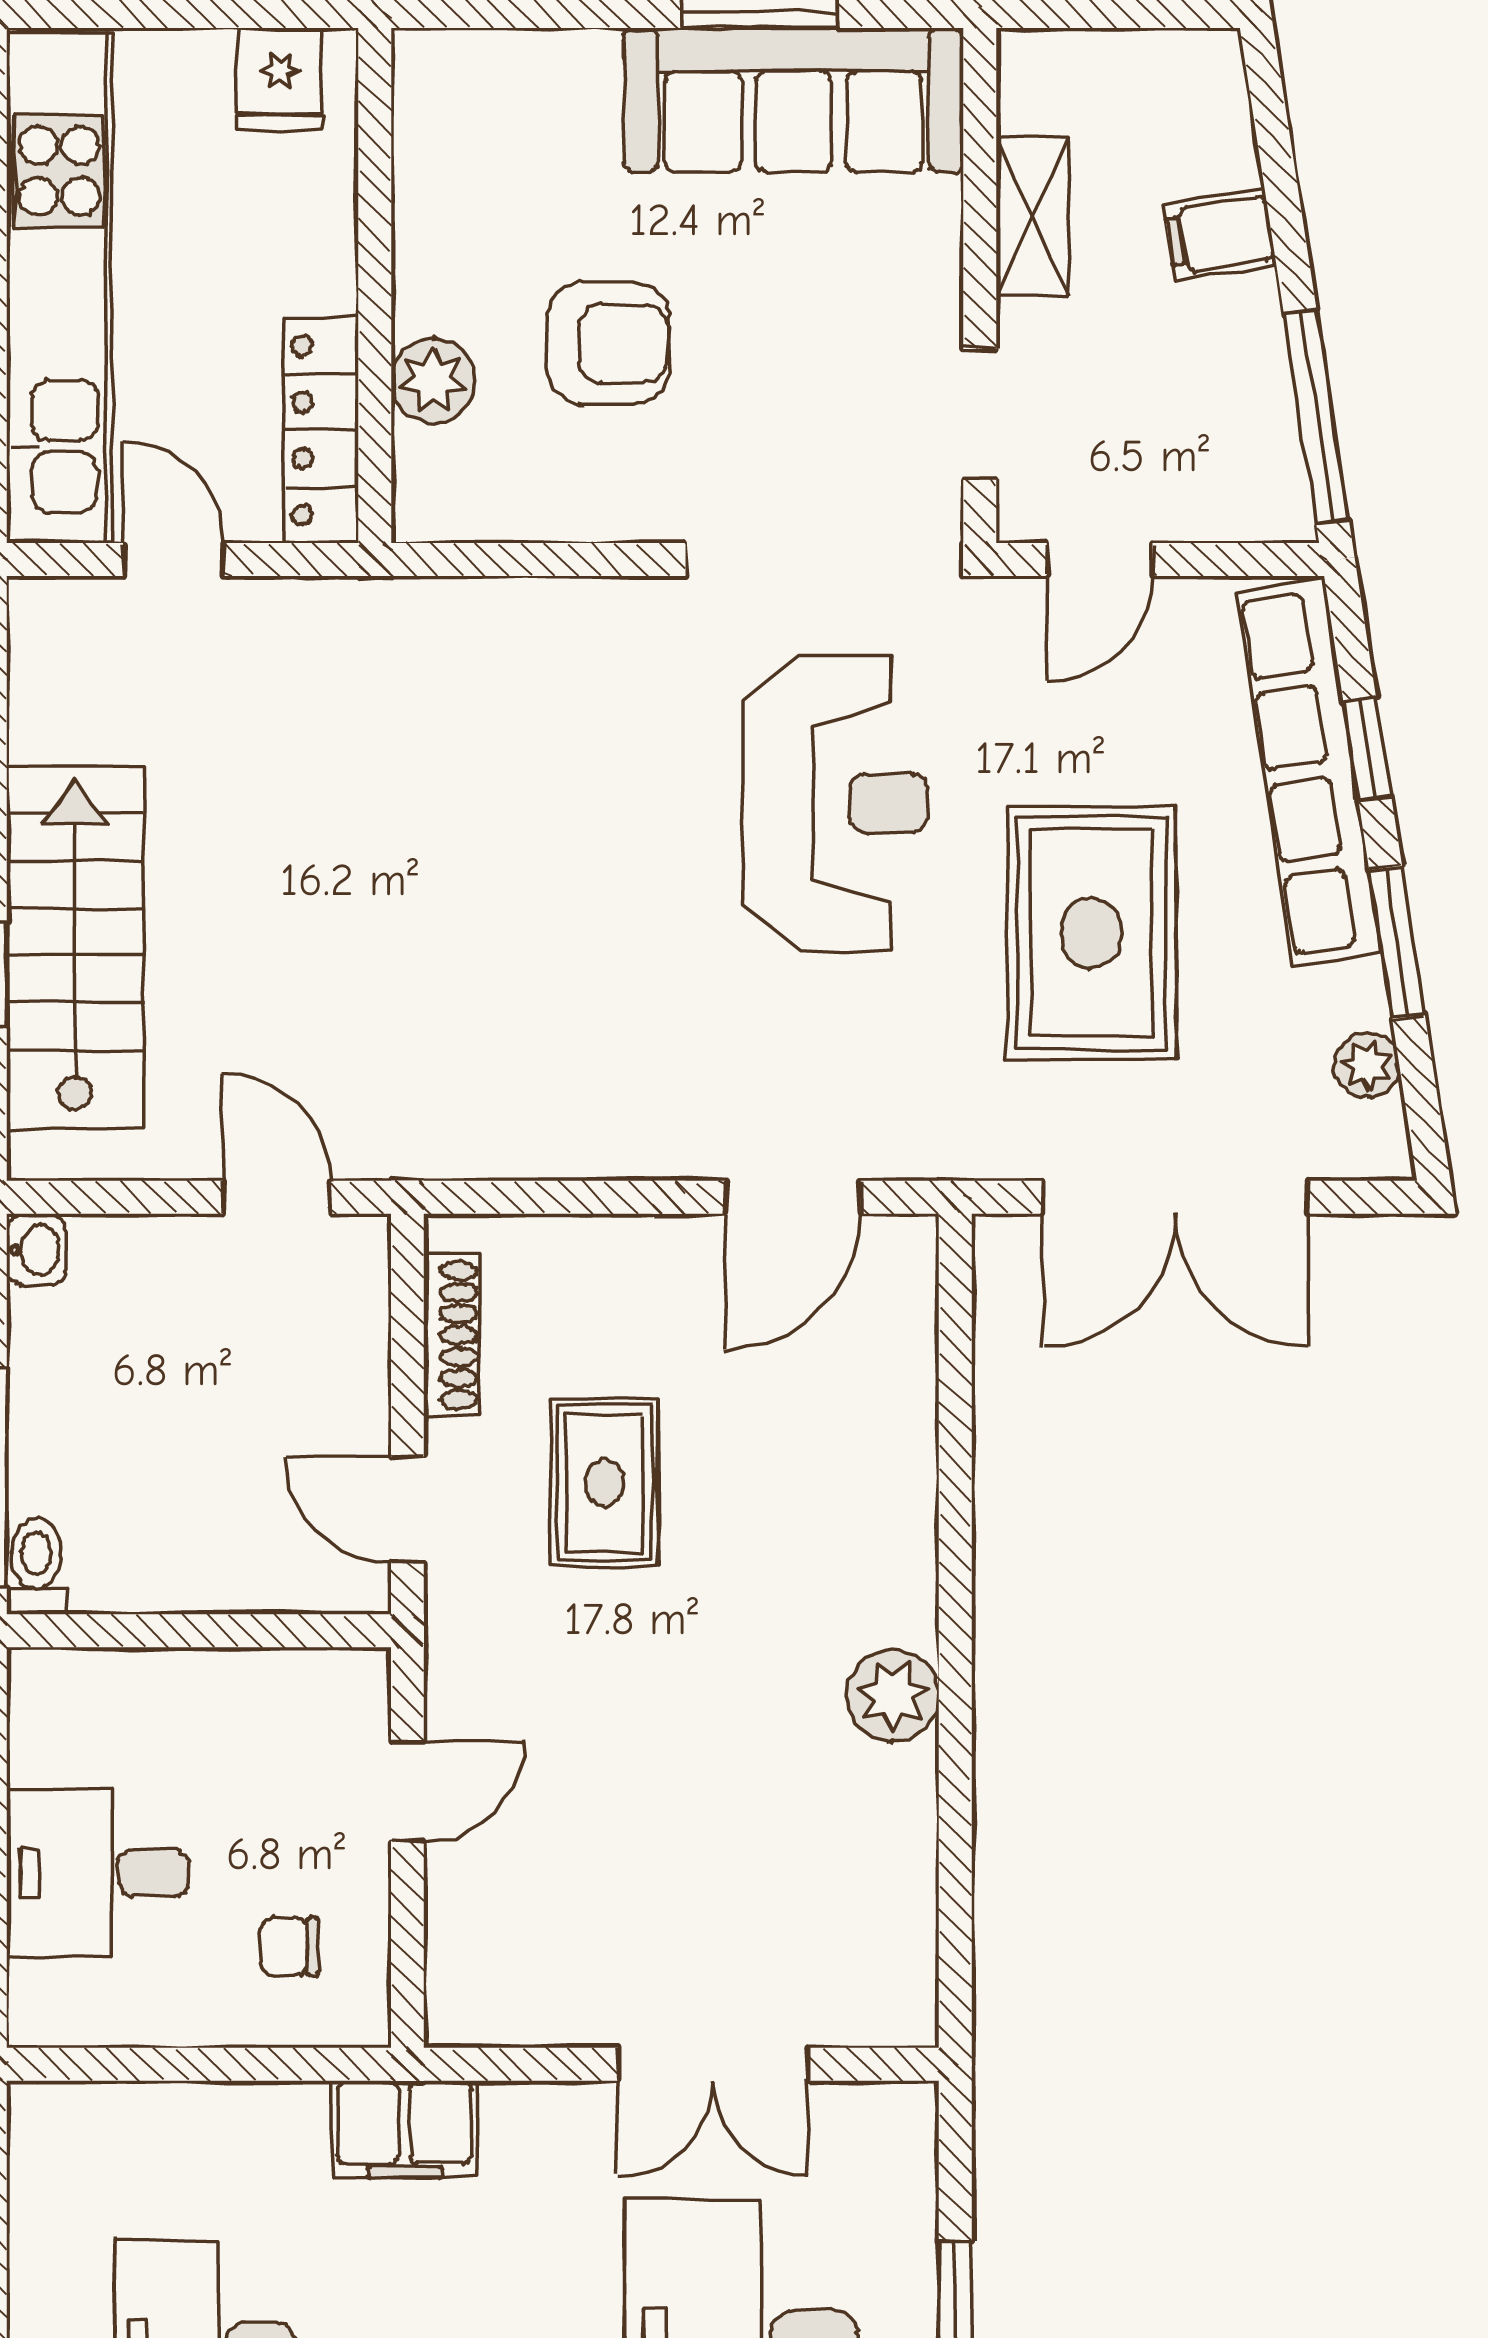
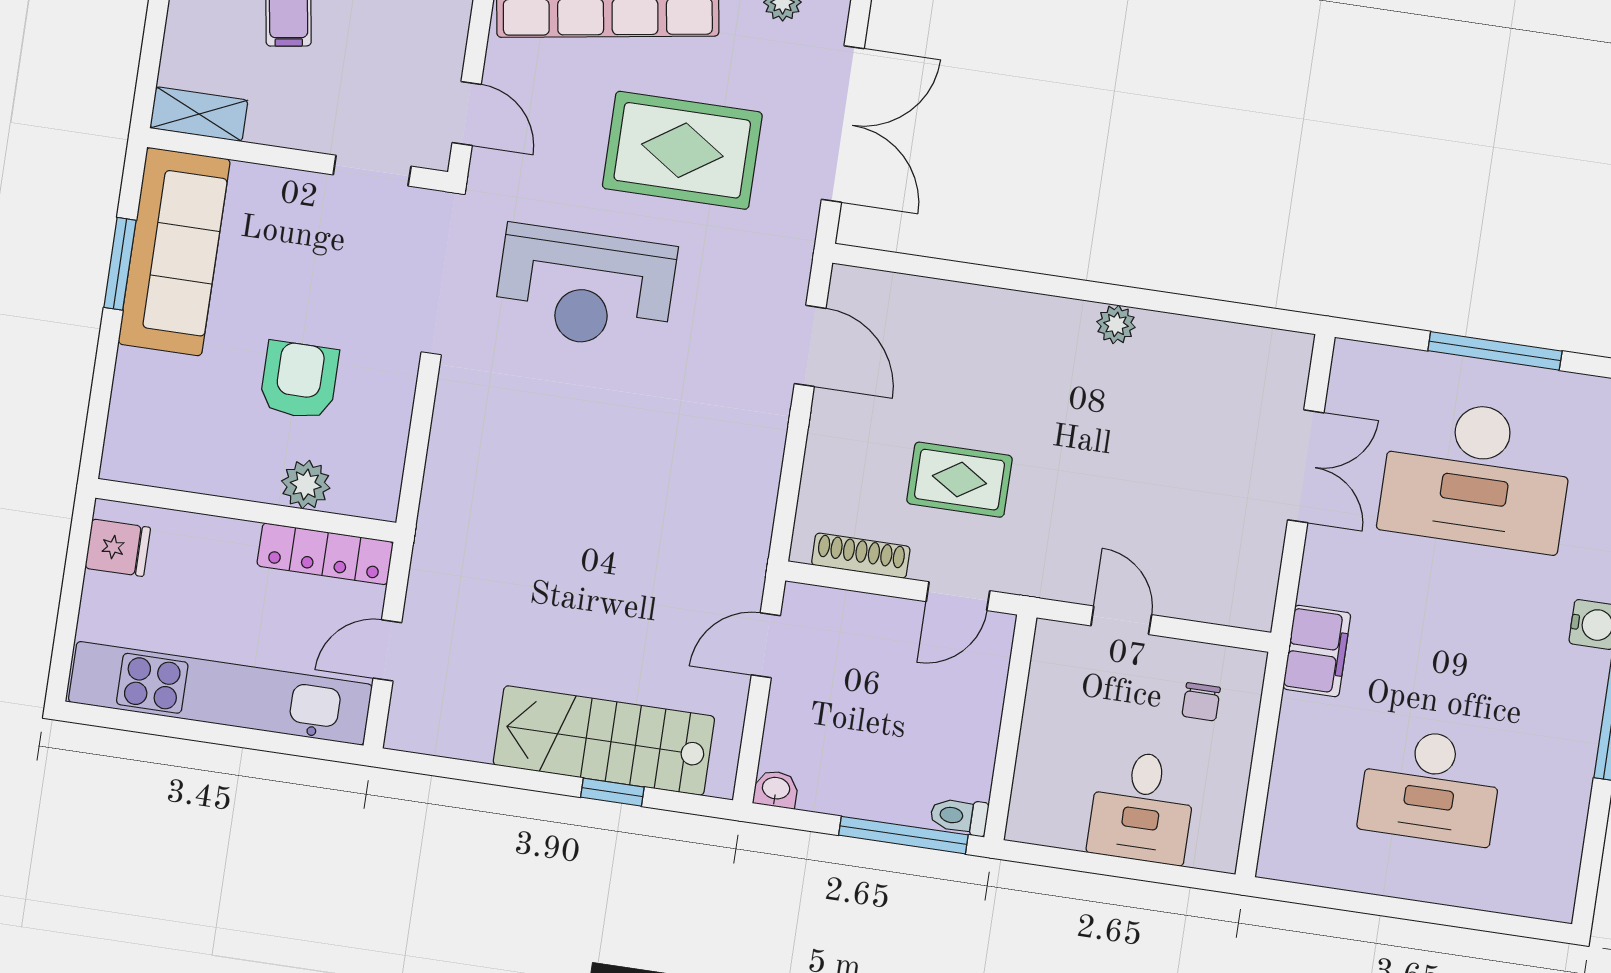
shelving: (1032, 217) -> (199, 114), moved
reception desk: (835, 803) -> (585, 288), turned 180
plant: (893, 1696) -> (1116, 324), width x0.73, depth x0.73

